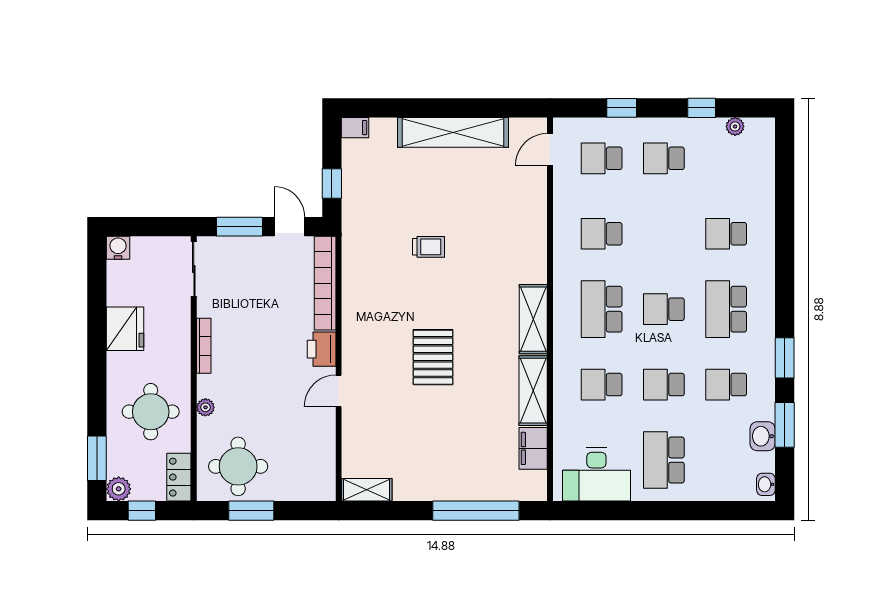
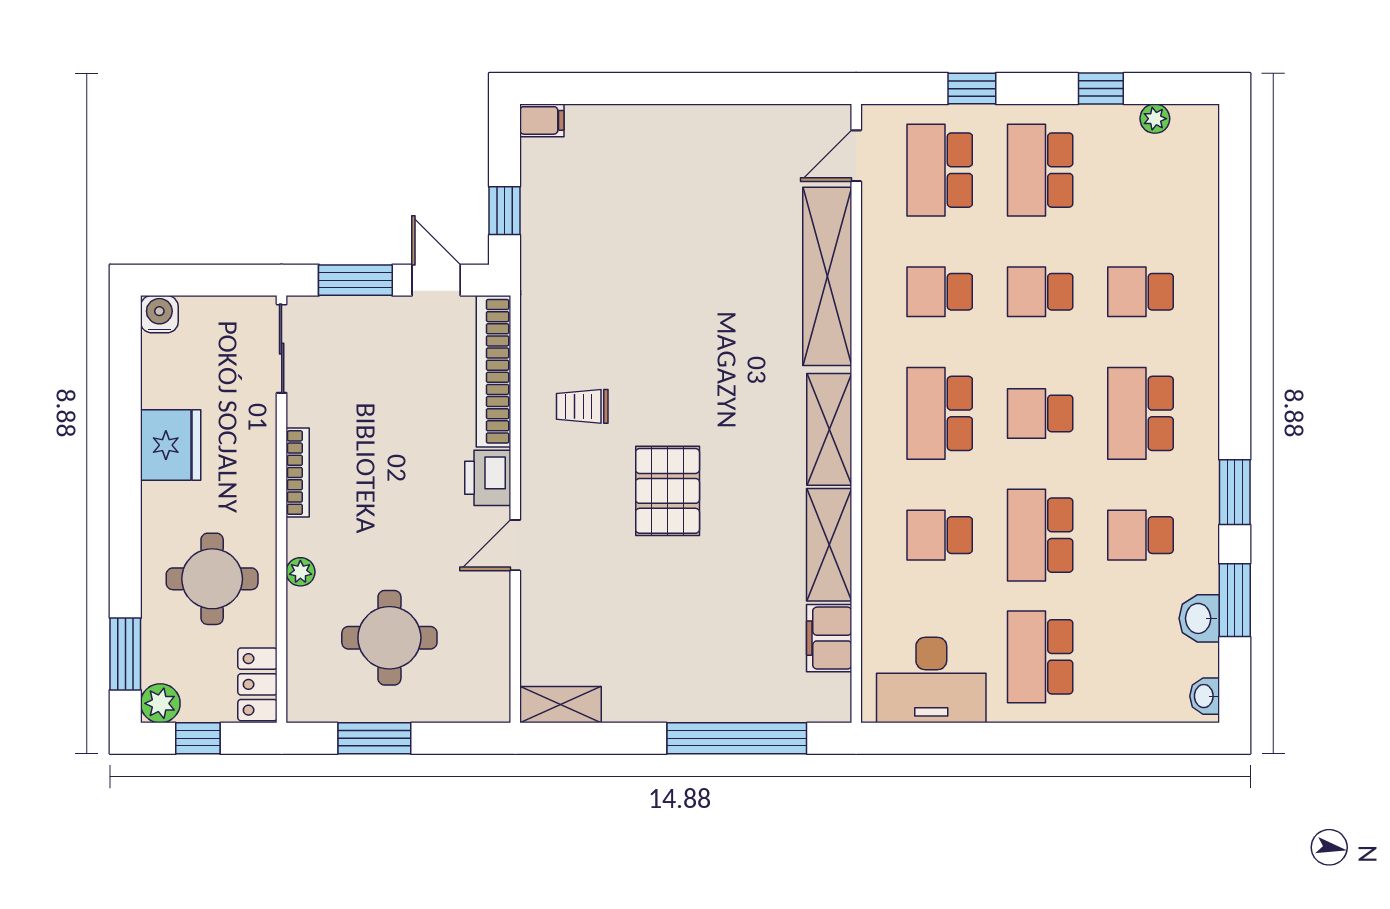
shelving: (453, 132) -> (827, 276), moved, turned 90
school desk: (602, 158) -> (940, 170), width x1.85
school desk: (664, 158) -> (1040, 170), width x1.85
school desk: (664, 234) -> (1040, 292), added
trolley: (429, 247) -> (582, 406), moved, turned 180
school desk: (664, 385) -> (1040, 535), width x1.85
round table: (238, 466) -> (389, 638), moved

